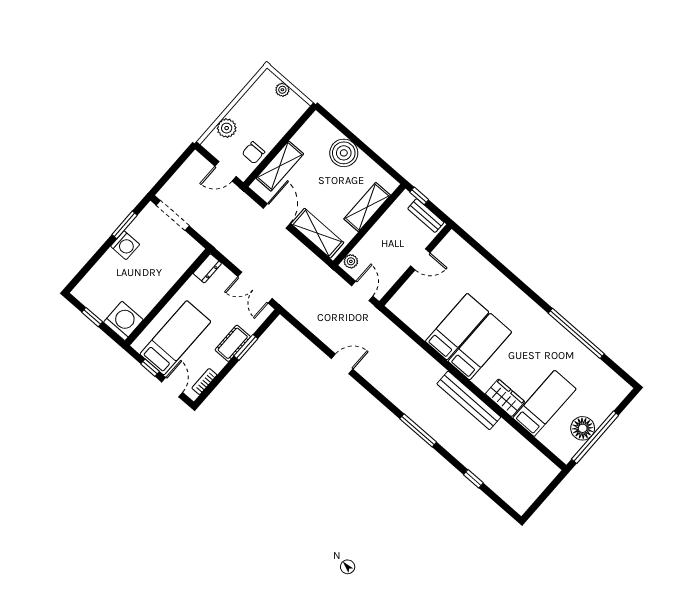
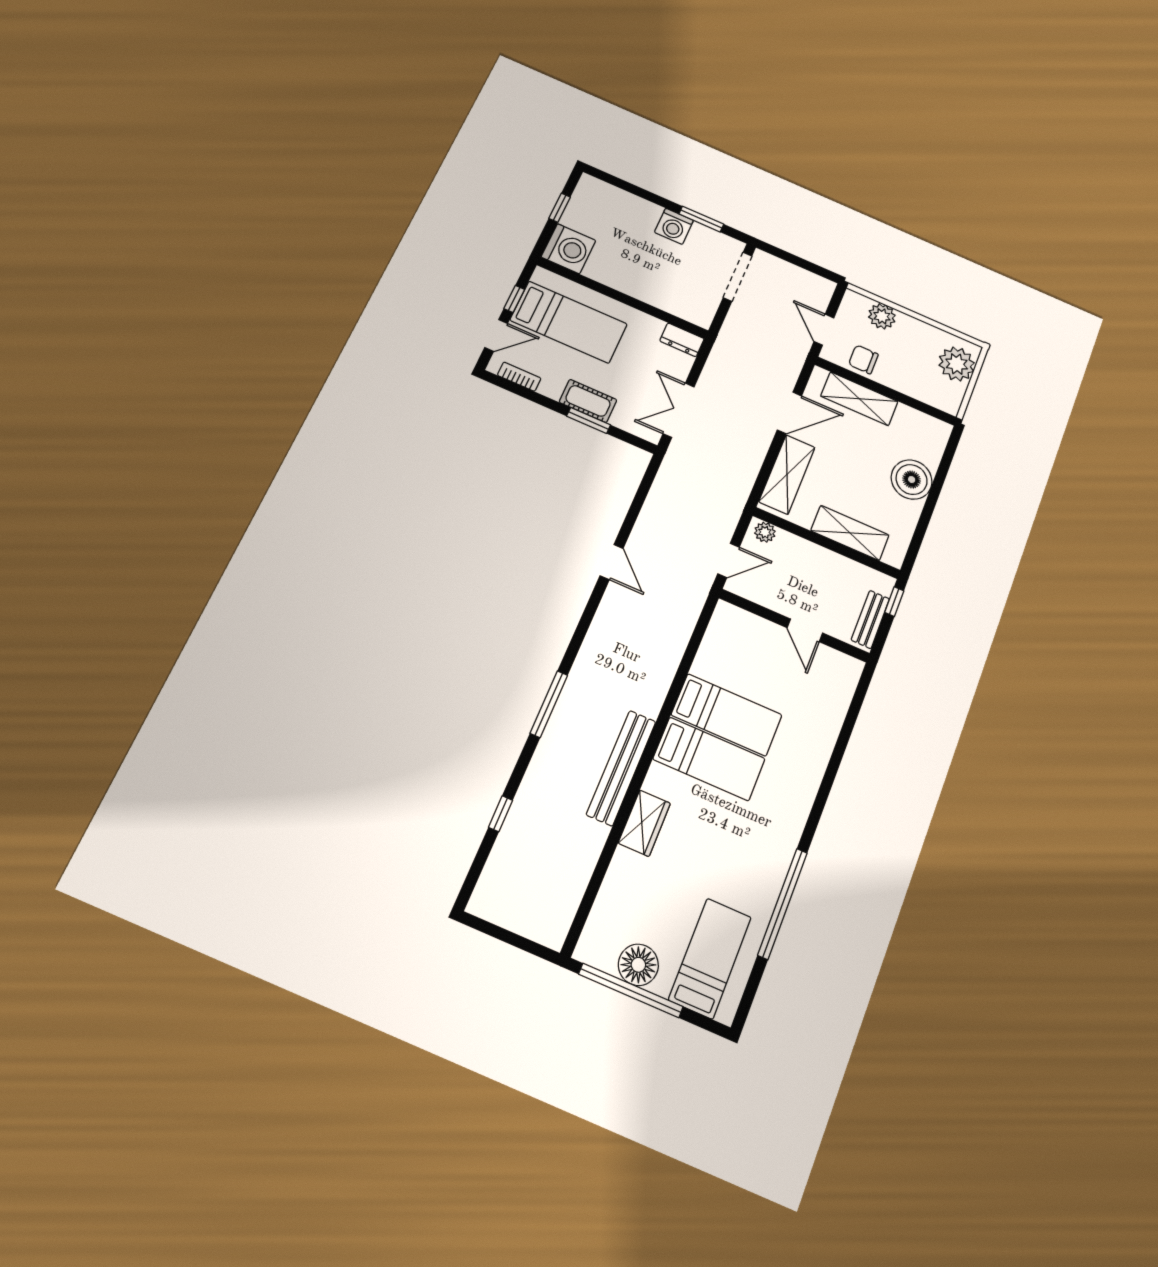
plant: (282, 90) -> (957, 364), width x1.87, depth x1.87
bed: (544, 403) -> (710, 958), moved, turned -90

